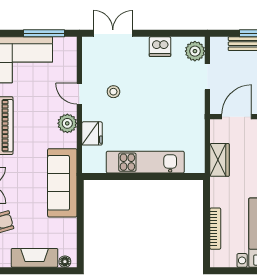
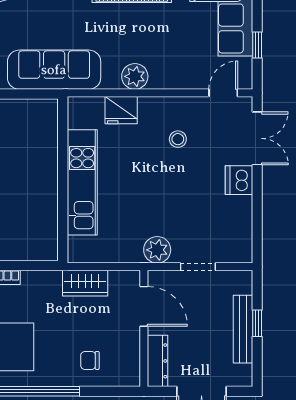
window: (44, 33) -> (257, 45), width x0.46
dishwasher: (160, 47) -> (239, 180), moved
plant: (195, 51) -> (157, 250), moved
door: (79, 94) -> (223, 93), moved

